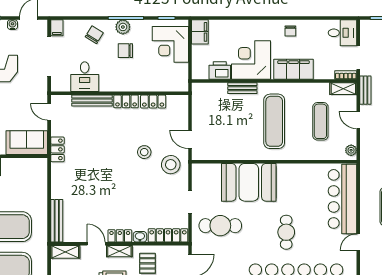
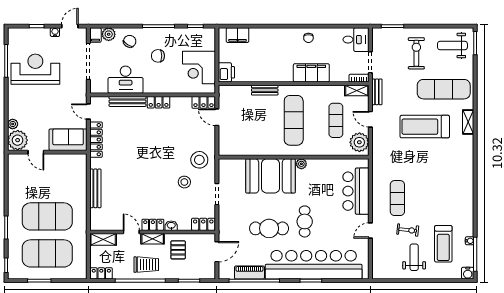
plant: (123, 27) -> (109, 34), moved
filing cabinet: (200, 32) -> (238, 35), moved, turned 90
corner desk: (170, 44) -> (199, 67), moved
corner desk: (251, 60) -> (273, 64), removed
printer: (220, 71) -> (226, 72), moved, turned 90
desk: (85, 77) -> (126, 80), width x1.37
locker: (153, 102) -> (203, 102), moved
door: (190, 139) -> (217, 117), moved
locker: (57, 149) -> (96, 140), width x1.53
plant: (351, 150) -> (359, 142), width x1.87, depth x1.87
stool: (144, 152) -> (184, 182), moved
plant: (283, 169) -> (301, 164), added
bar counter: (342, 199) -> (356, 191), width x0.73
bench: (57, 221) -> (95, 188), moved
cafe table: (220, 226) -> (269, 228), moved
locker: (168, 235) -> (203, 224), width x0.66

